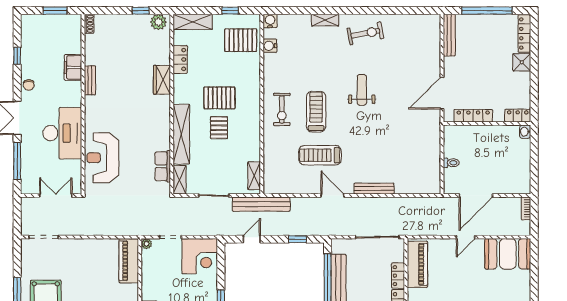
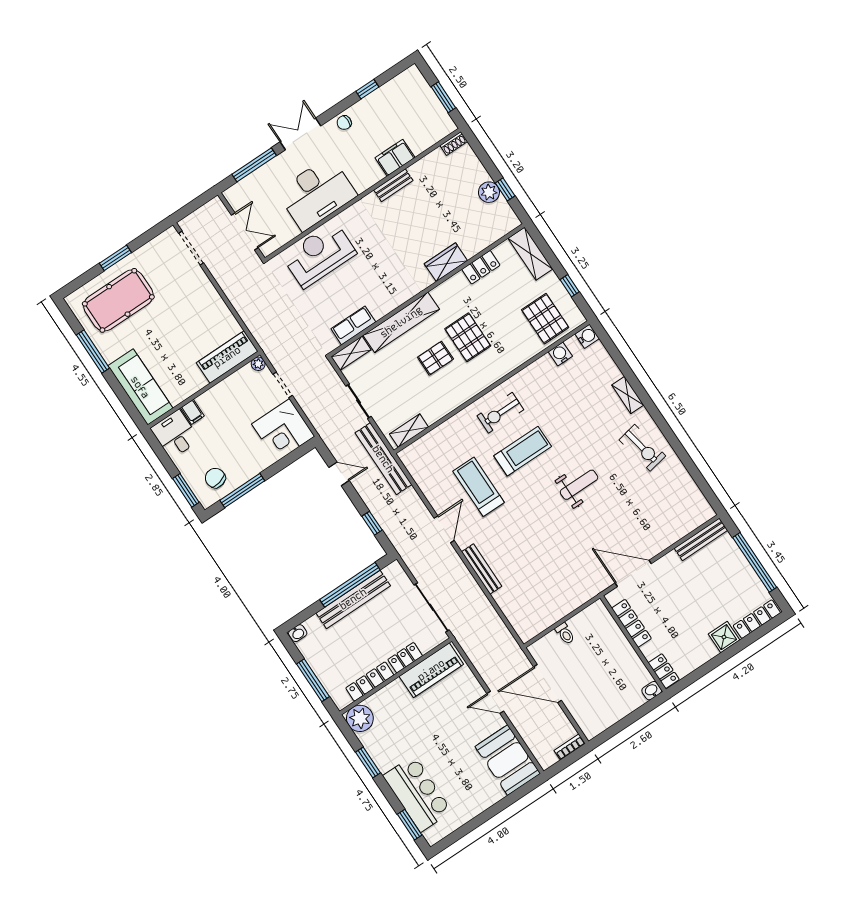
plant: (158, 22) -> (489, 192), moved

